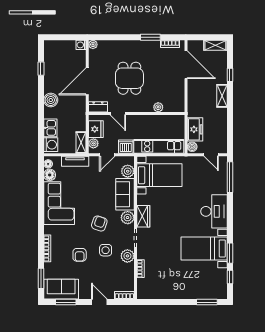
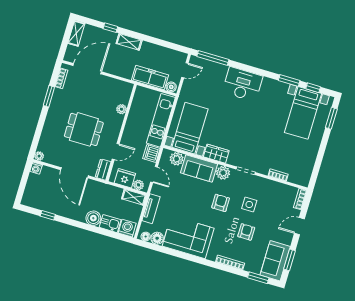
boiler: (51, 100) -> (93, 218), moved
freezer: (195, 129) -> (150, 78), width x1.40
wardrobe: (143, 216) -> (216, 154), moved
armchair: (99, 223) -> (221, 203), turned 71
bed with nightstands: (204, 248) -> (303, 113), moved
armchair: (80, 255) -> (246, 232), turned -90
plant: (127, 256) -> (261, 184), removed

